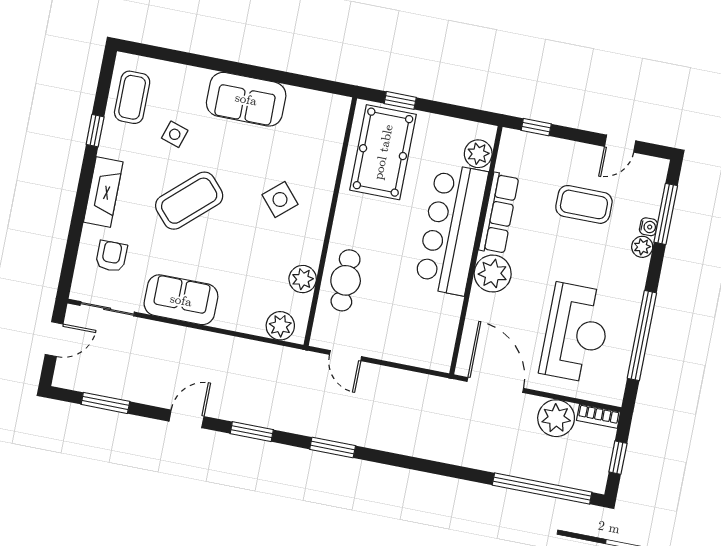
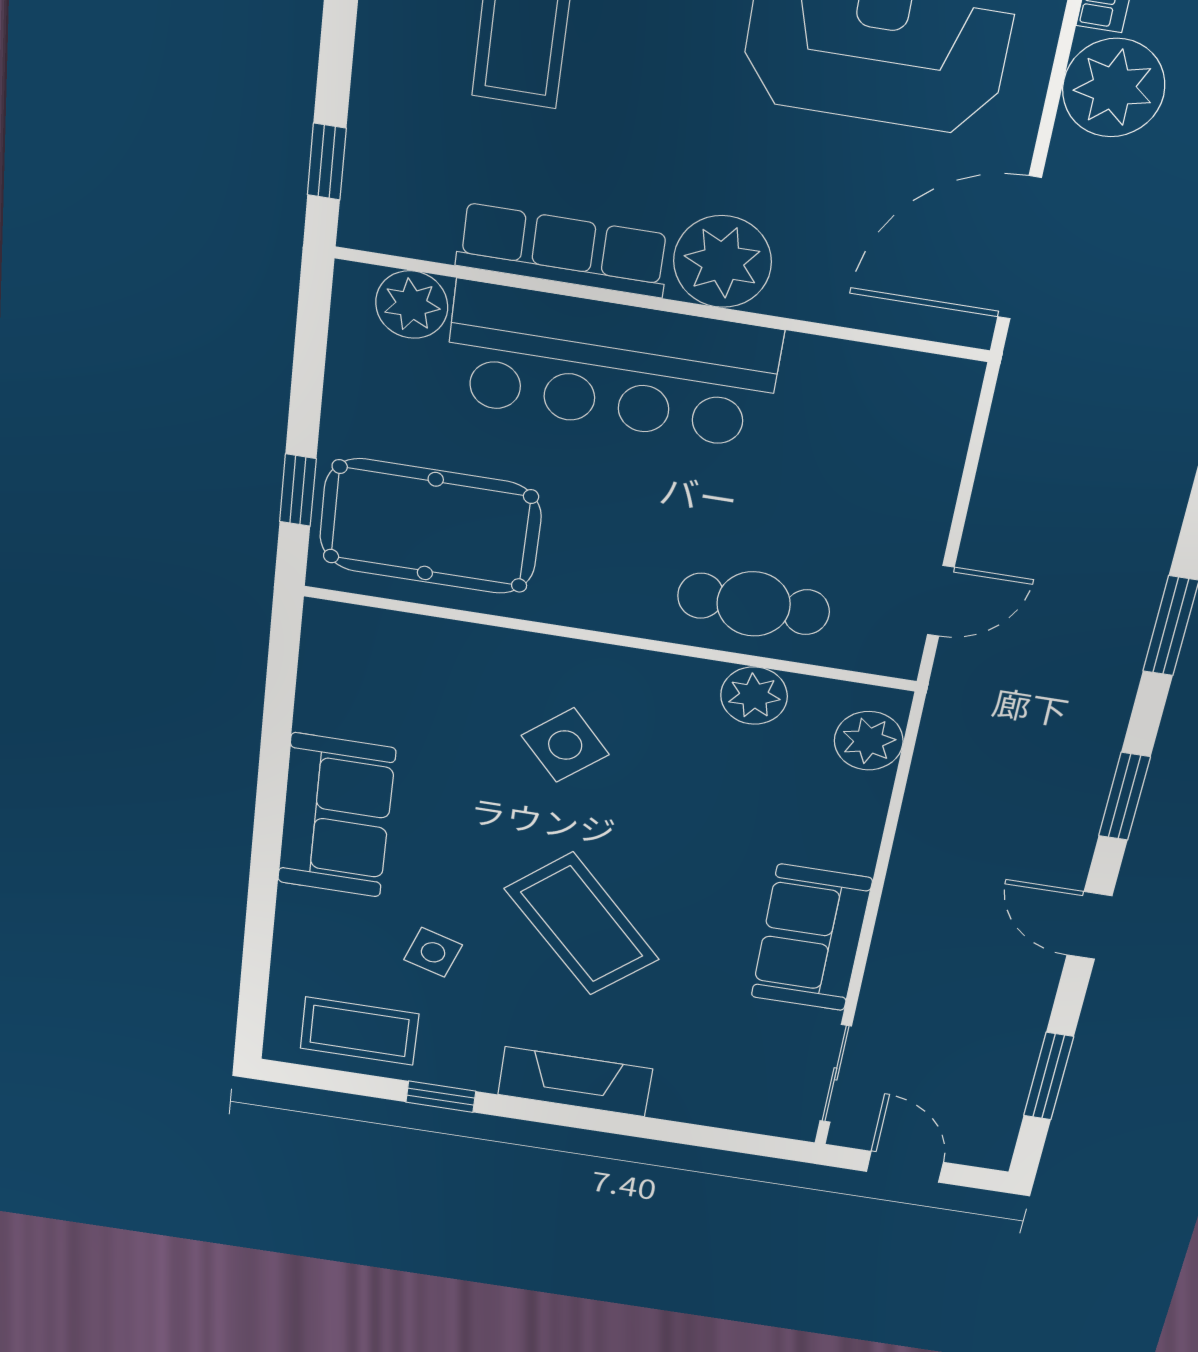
armchair: (111, 256) -> (717, 1067), removed

